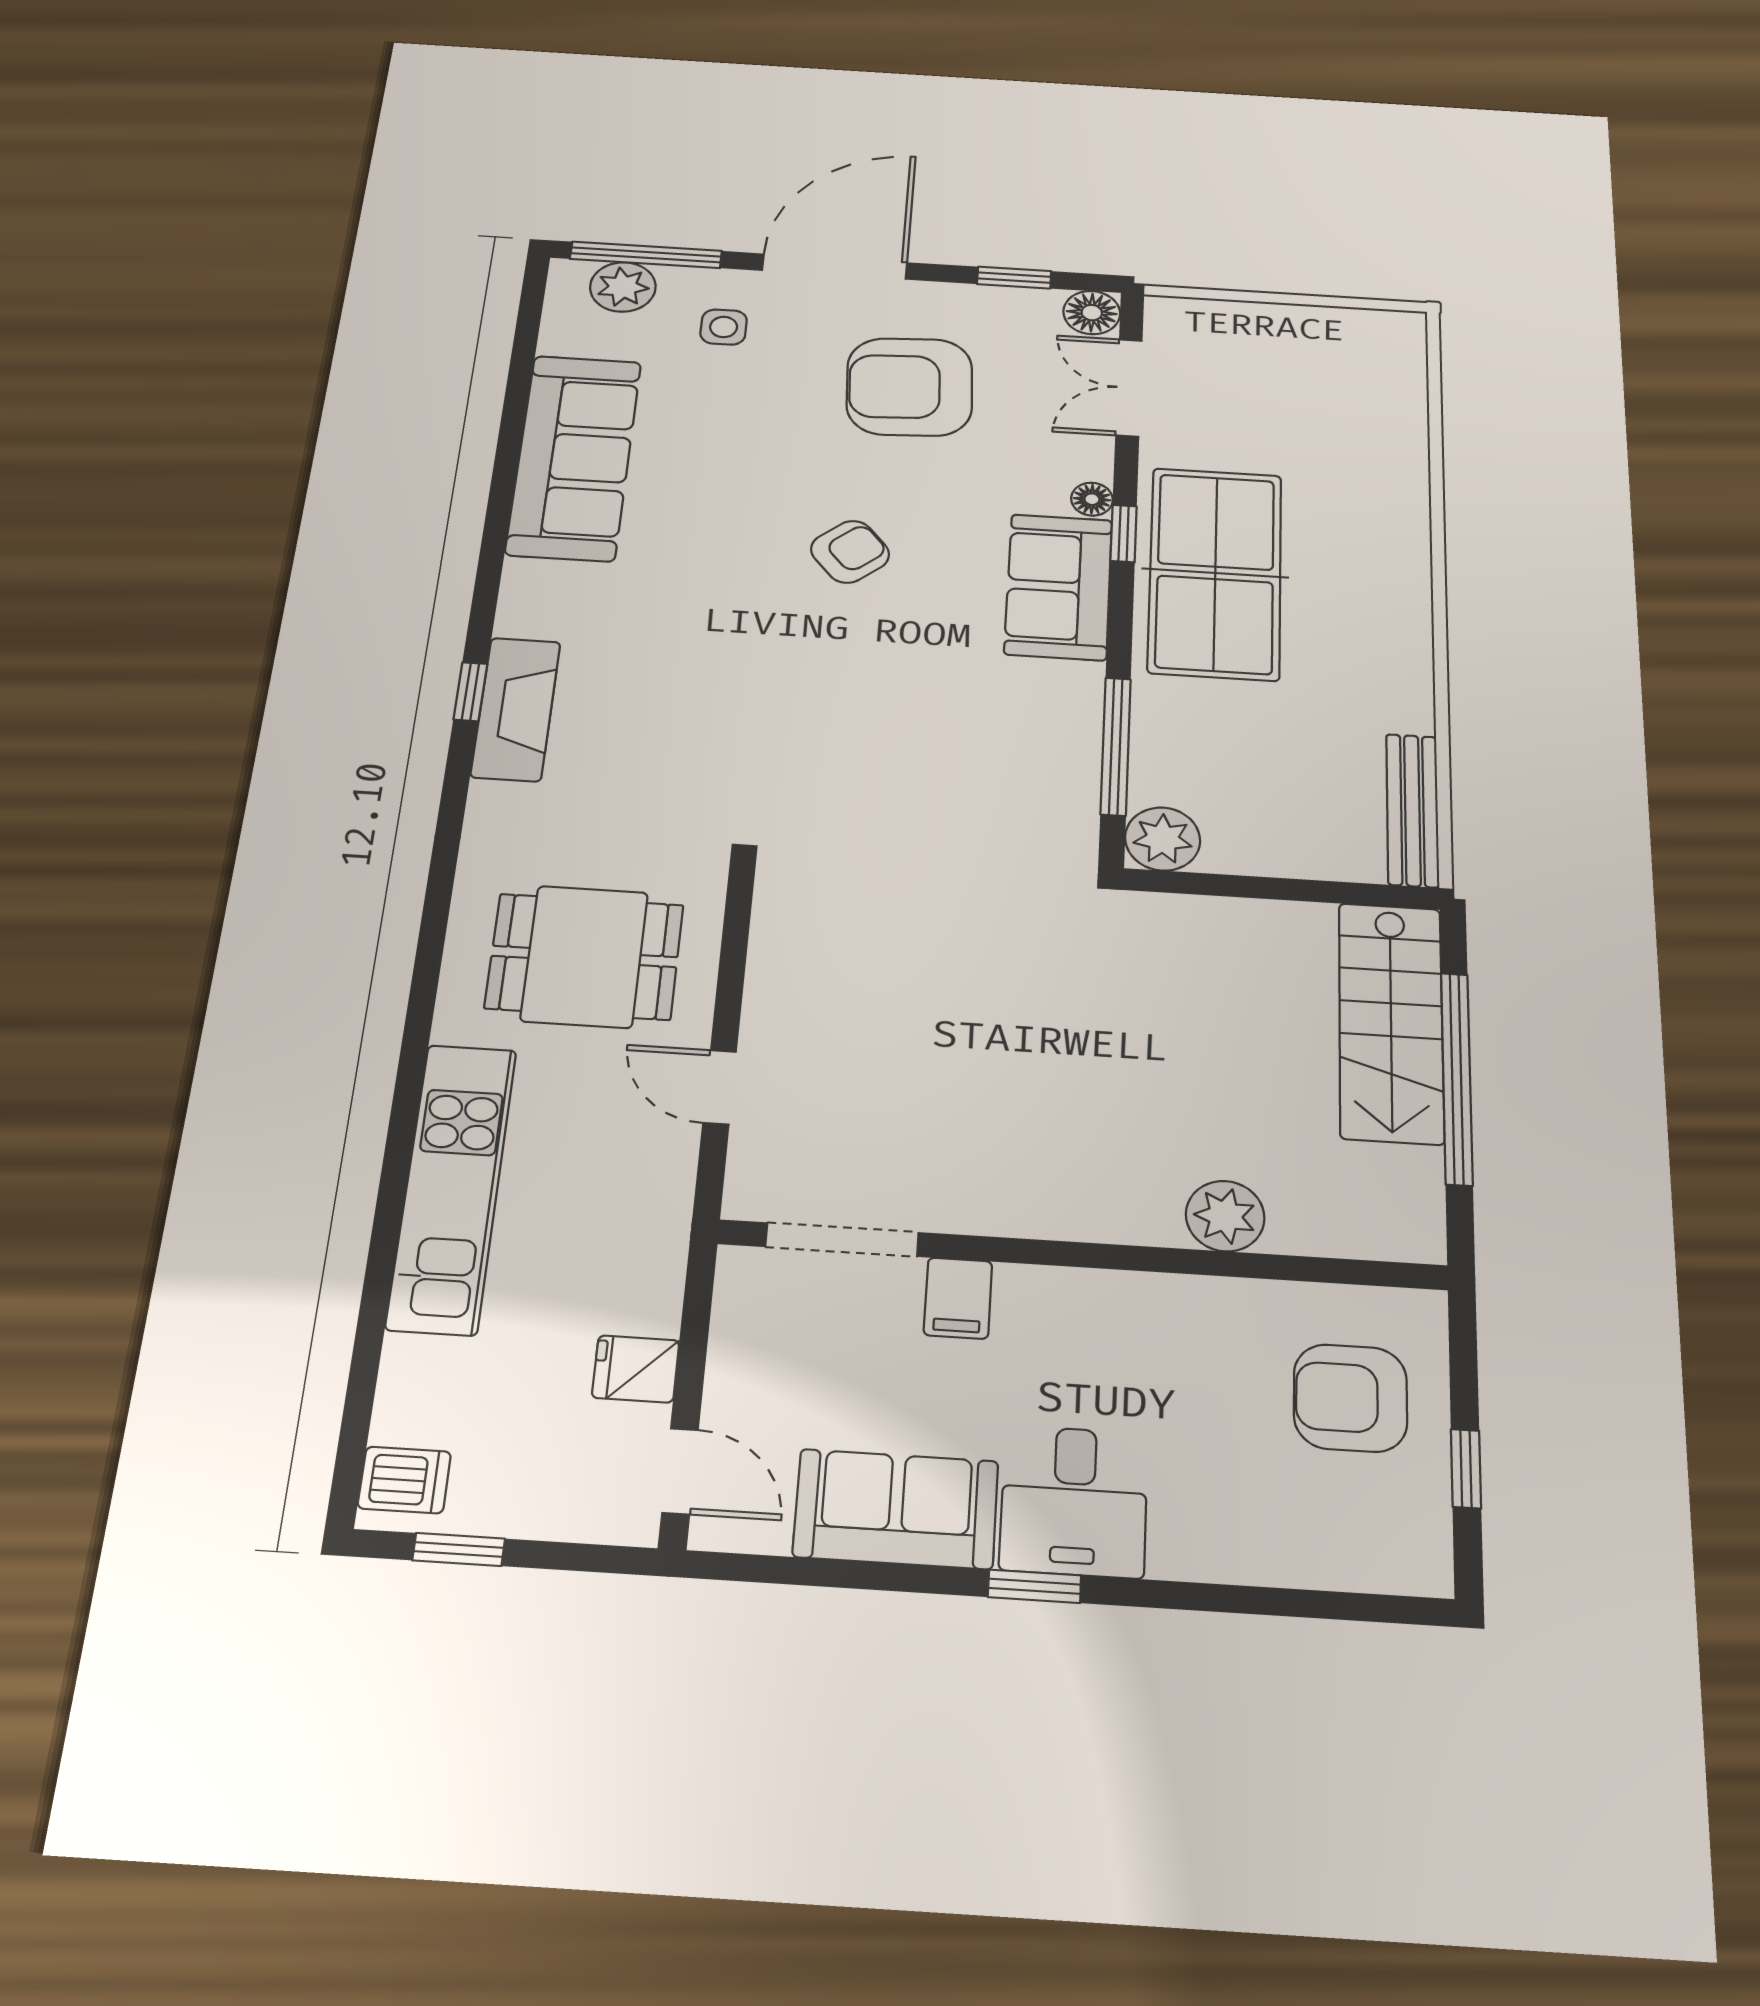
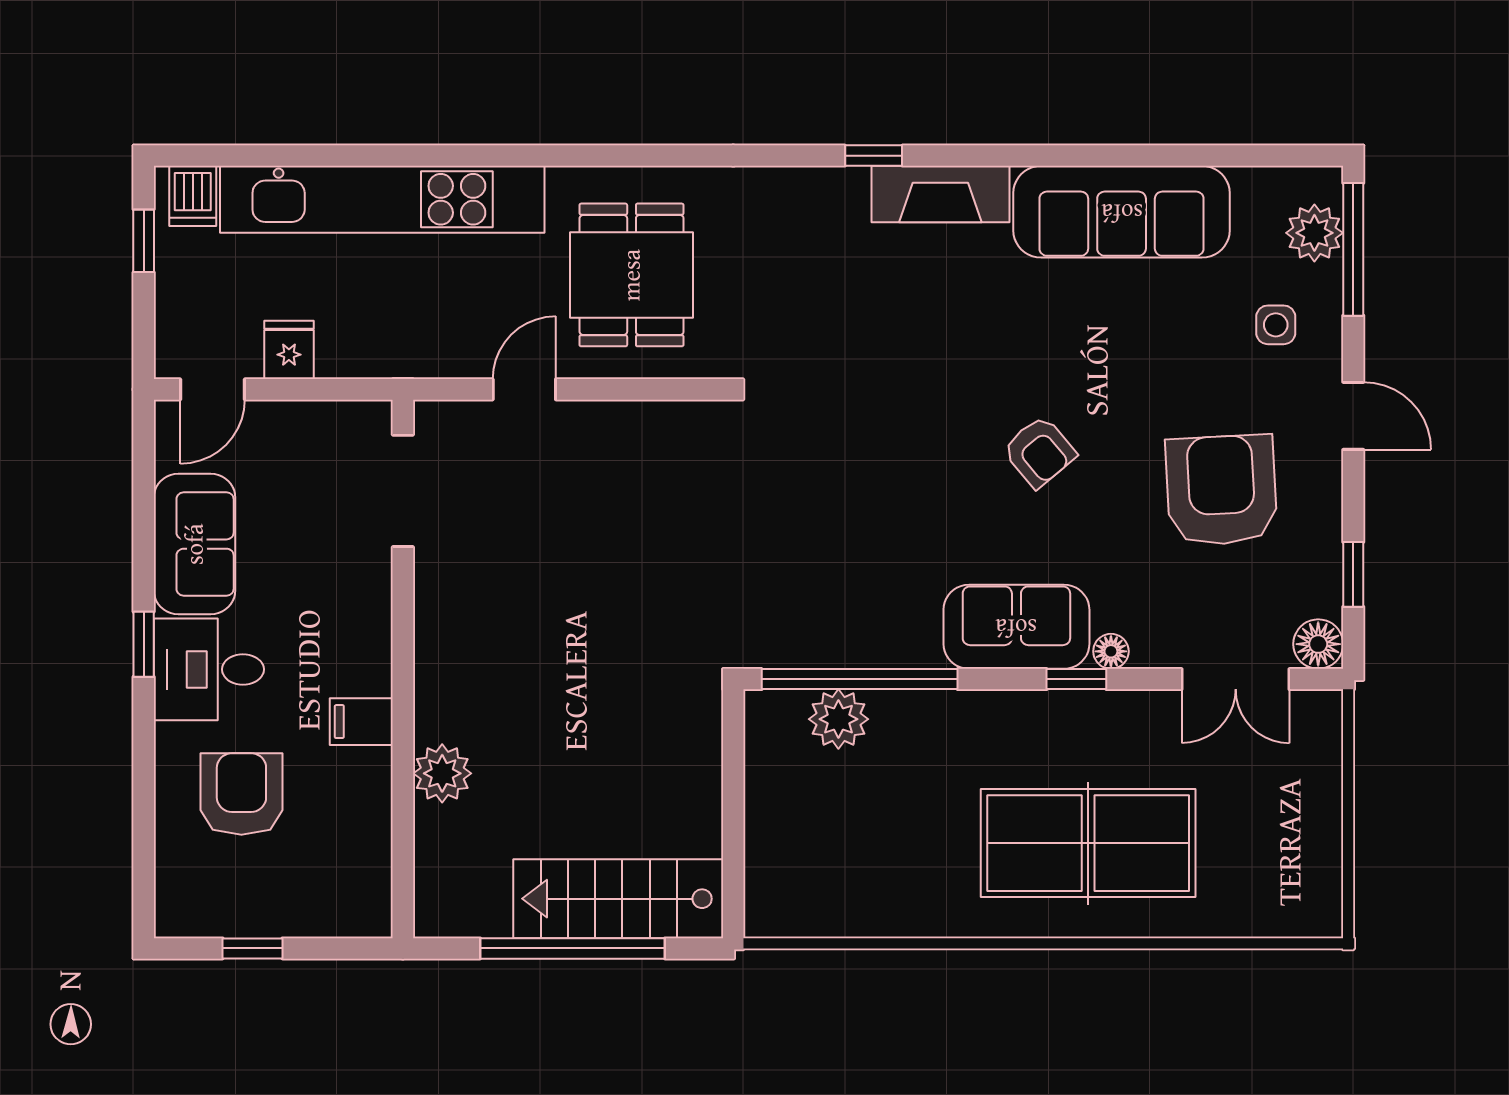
door: (835, 267) -> (1353, 416), width x0.53
double door: (1129, 388) -> (1236, 679), swing flipped
table tennis table: (1215, 573) -> (1088, 843), moved
fireplace: (516, 709) -> (940, 194), moved
window: (1116, 746) -> (860, 679), width x1.46
bench: (1412, 810) -> (816, 918), removed
plant: (1163, 839) -> (838, 719), moved
kitchen unit: (452, 1187) -> (382, 199), width x1.36
filing cabinet: (958, 1298) -> (361, 722), moved
armchair: (1350, 1398) -> (241, 794), moved

